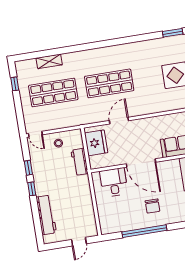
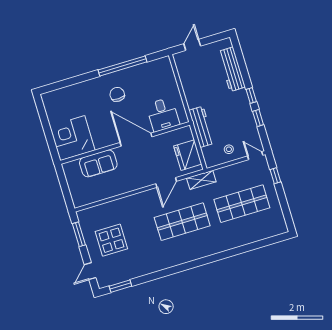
shelving: (49, 61) -> (201, 180), moved
window: (15, 84) -> (275, 176), moved
workbench: (80, 162) -> (202, 127), width x1.38

